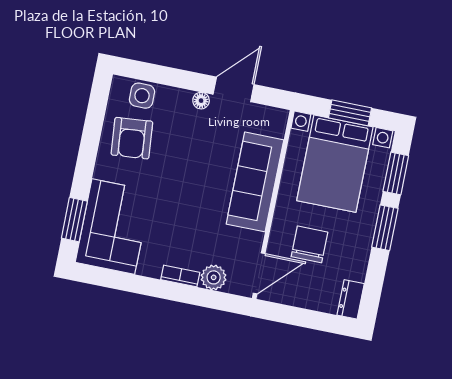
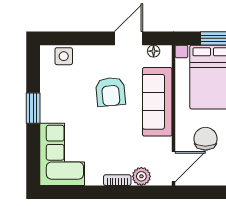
floor lamp: (201, 101) -> (154, 51), moved
armchair: (132, 138) -> (111, 92), moved
window: (74, 220) -> (33, 108), moved

